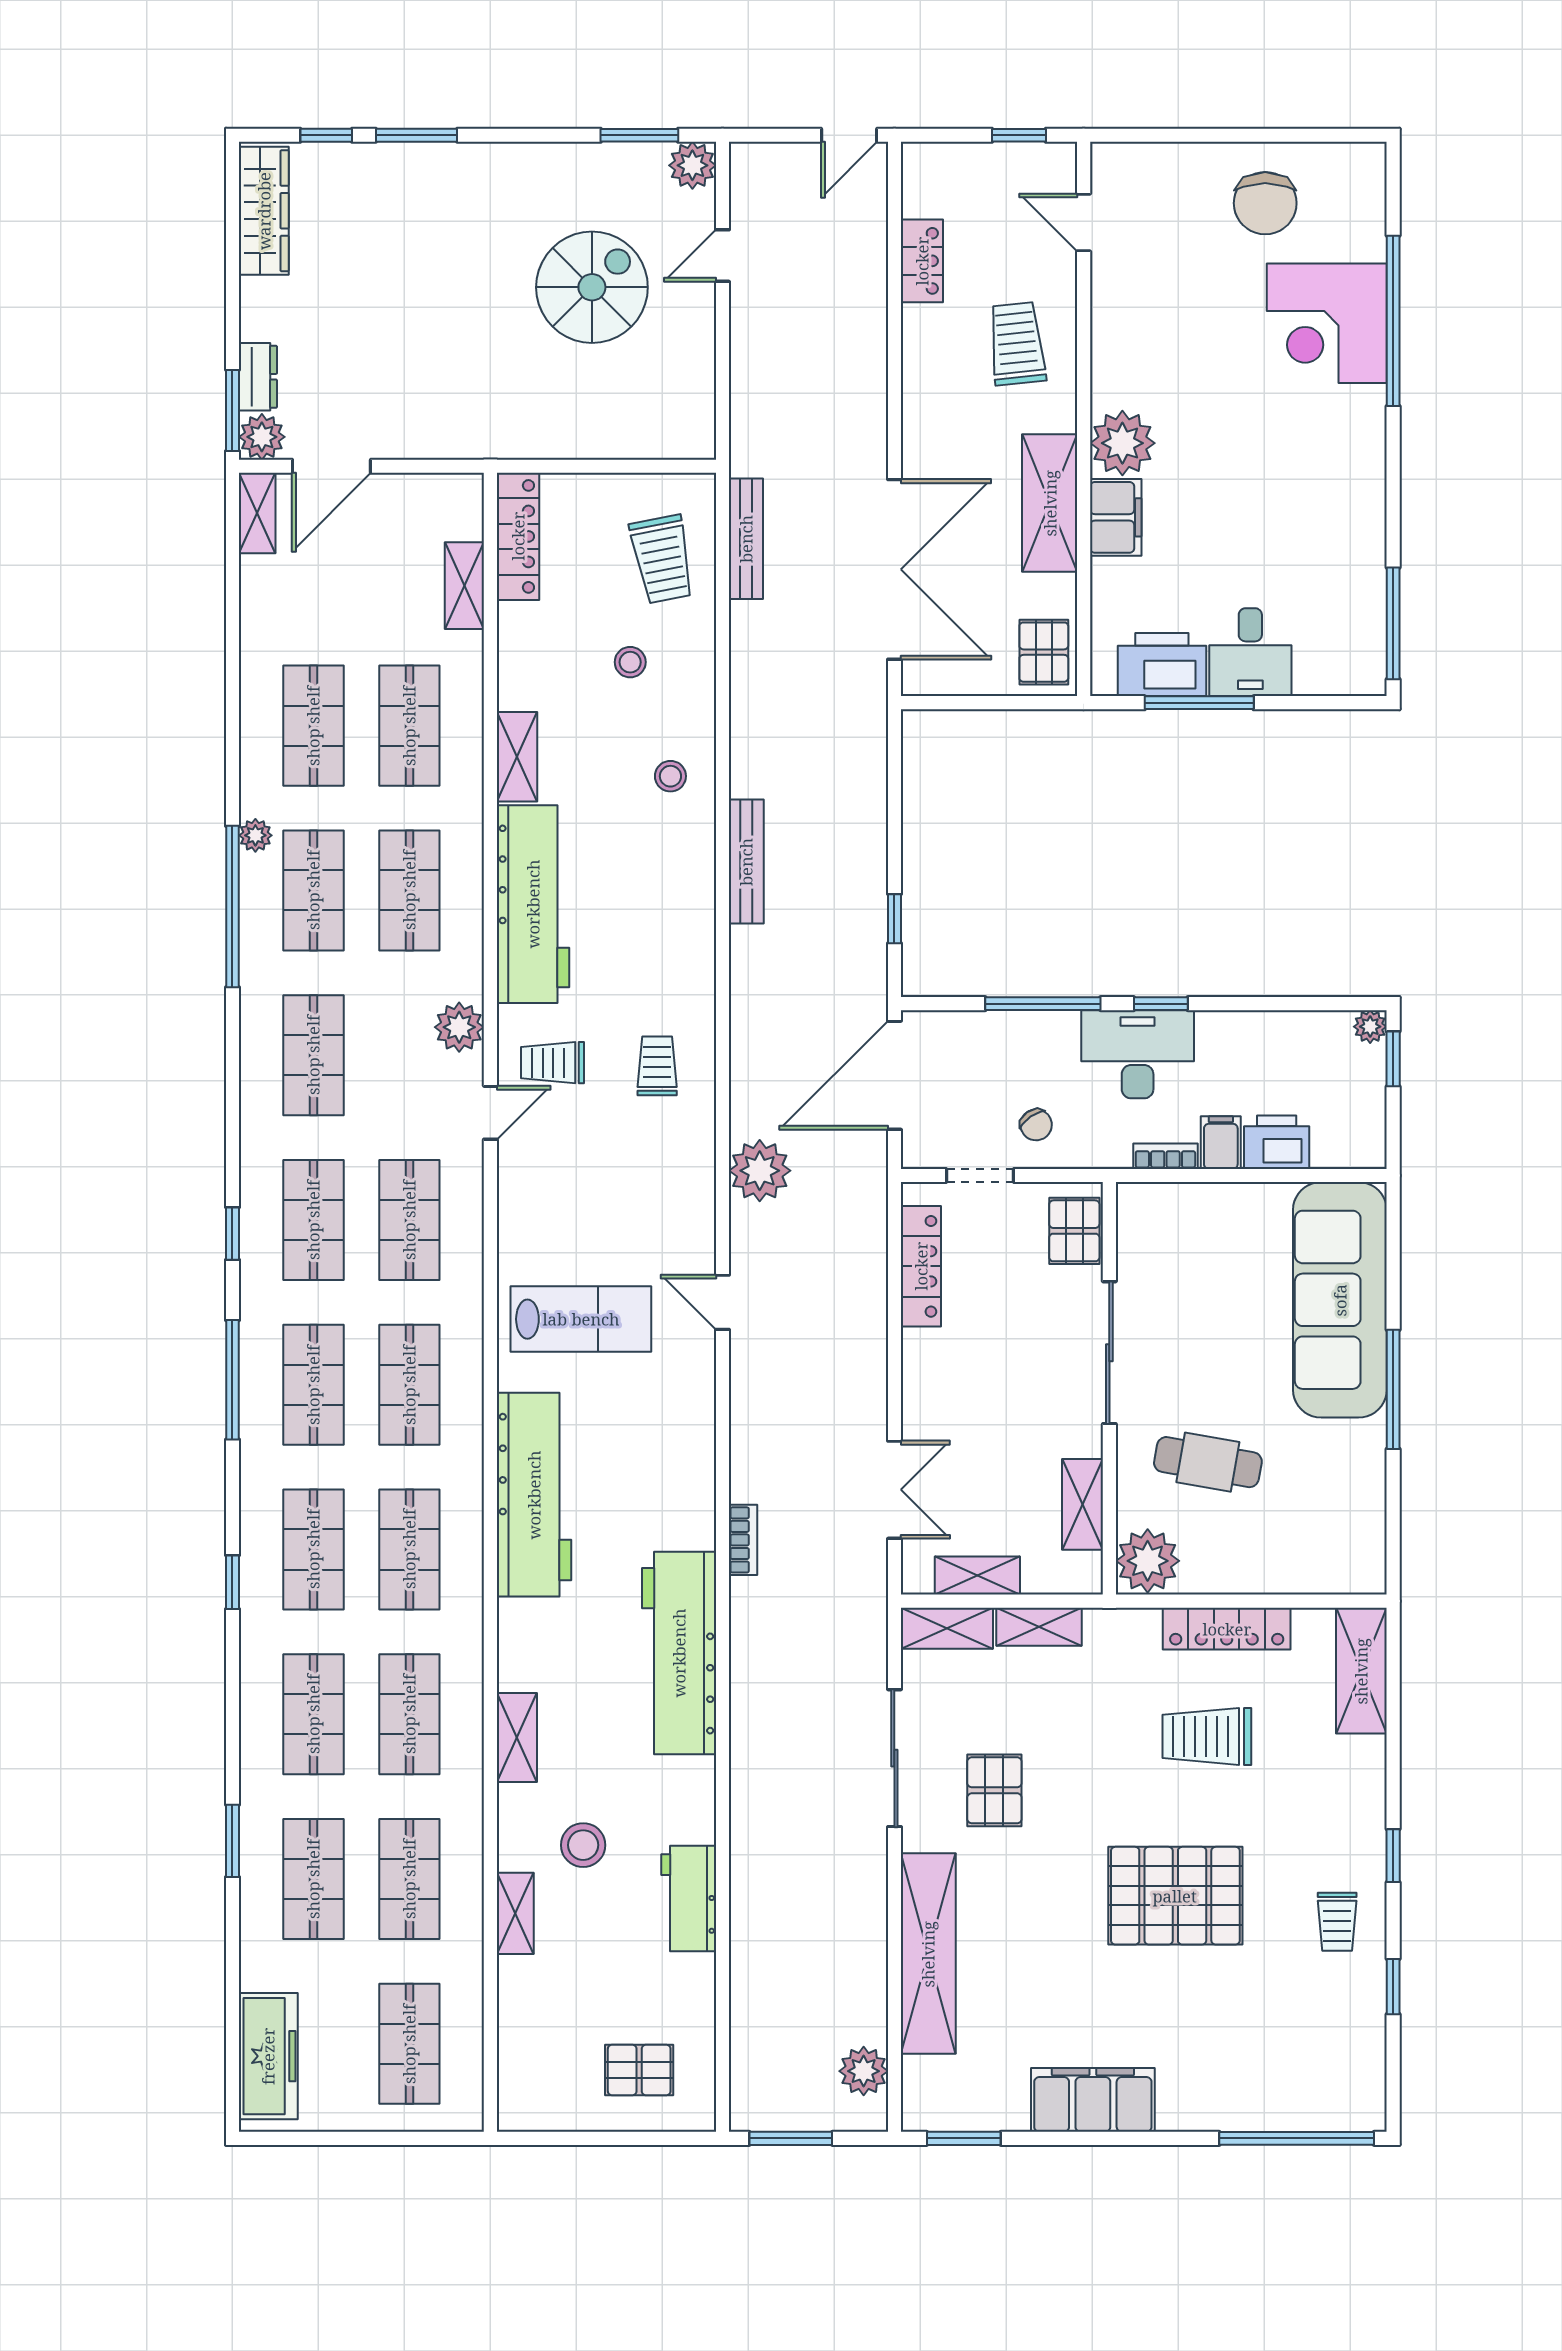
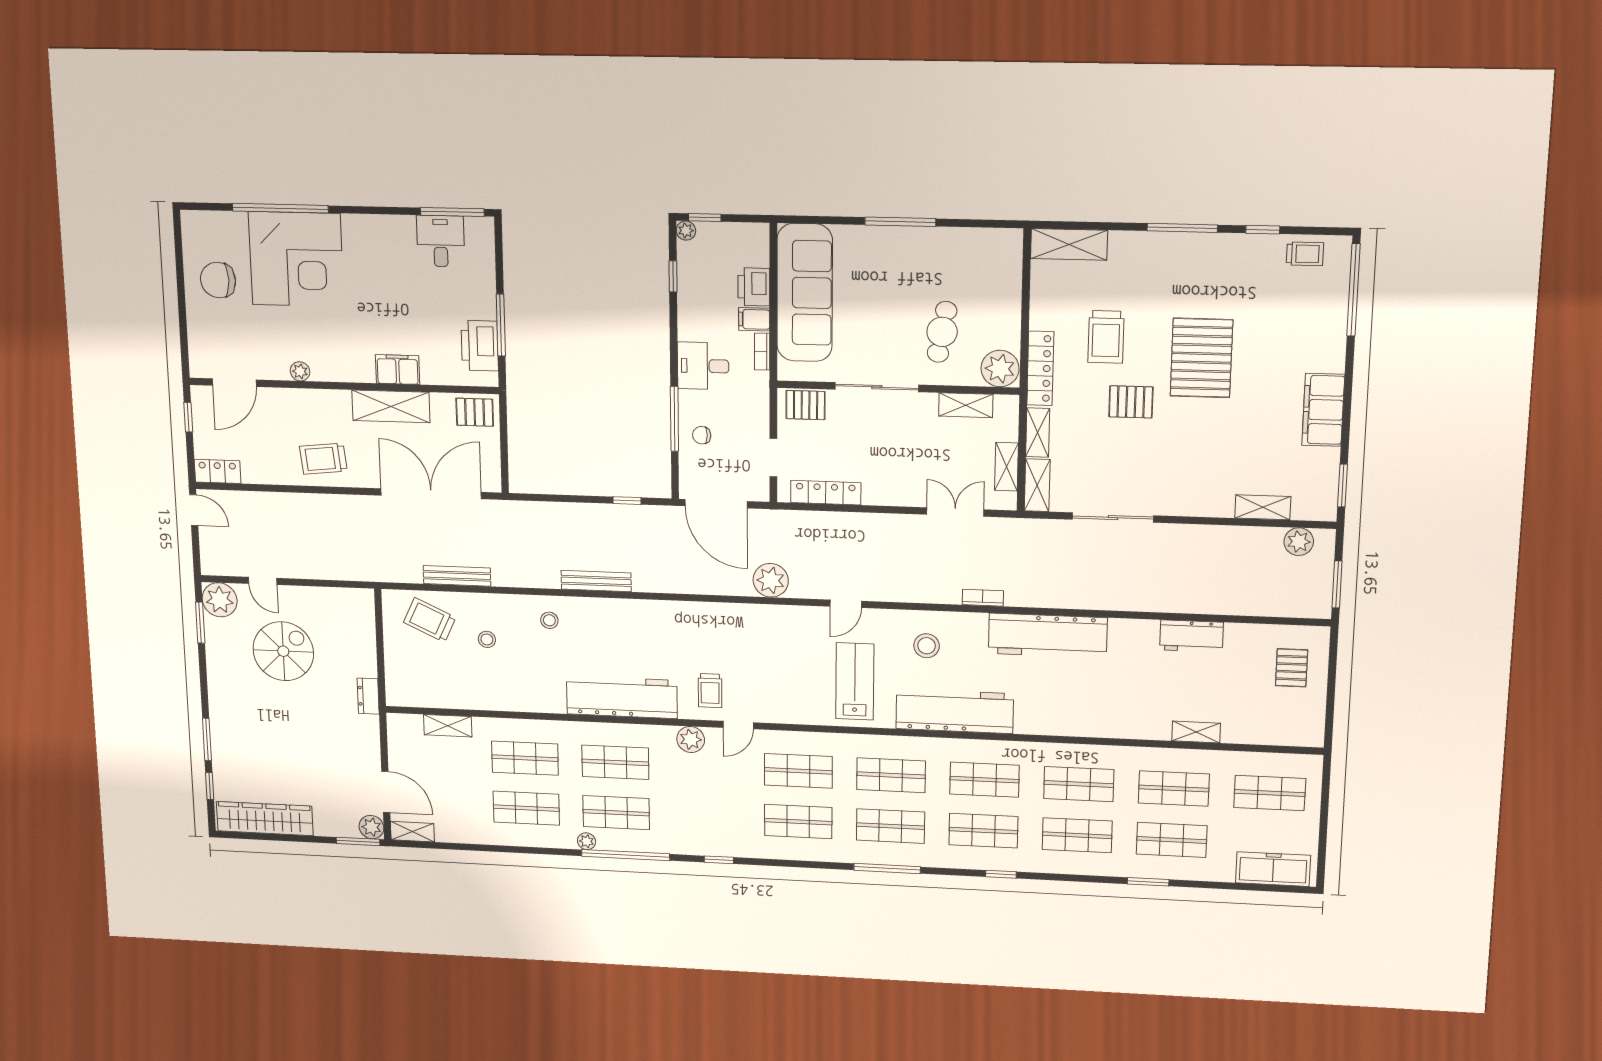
plant: (692, 165) -> (220, 600), width x1.36, depth x1.36
chair: (1265, 203) -> (218, 280), turned 180
wardrobe: (264, 211) -> (265, 819), width x1.40, depth x1.17
door: (1084, 223) -> (234, 383), width x1.38
locker: (922, 261) -> (218, 471), moved
spiral stairs: (592, 287) -> (283, 651), turned 90
corner desk: (1327, 323) -> (296, 259), width x1.36, depth x1.36
trolley: (1017, 344) -> (323, 459), moved
dresser: (258, 377) -> (368, 696), moved, turned -90
plant: (1122, 443) -> (300, 371), moved, width x0.53, depth x0.53
locker: (518, 536) -> (420, 696), removed
bench: (746, 539) -> (457, 576), moved
trolley: (662, 559) -> (430, 620), turned -144
desk: (1250, 652) -> (441, 241), moved, turned -90
shelving: (517, 757) -> (541, 702), removed
window: (1161, 1004) -> (673, 276), moved
desk: (1138, 1054) -> (703, 366), width x0.73
shop shelf: (313, 1055) -> (707, 817), removed
trolley: (657, 1066) -> (712, 634), removed
door: (490, 1113) -> (738, 725), swing flipped
chair: (1036, 1125) -> (702, 435), moved, turned -145
window: (232, 1234) -> (719, 860), moved
sofa: (1340, 1300) -> (805, 293), moved, turned -90
locker: (1227, 1629) -> (1040, 368), moved
shelving: (517, 1738) -> (1094, 727), removed
pallet: (994, 1790) -> (1131, 402), moved
stool: (583, 1845) -> (927, 646), moved
window: (1393, 1856) -> (1182, 228), width x2.17
trolley: (1337, 1922) -> (1305, 254), moved
shelving: (928, 1954) -> (1263, 507), width x0.45, depth x0.75

